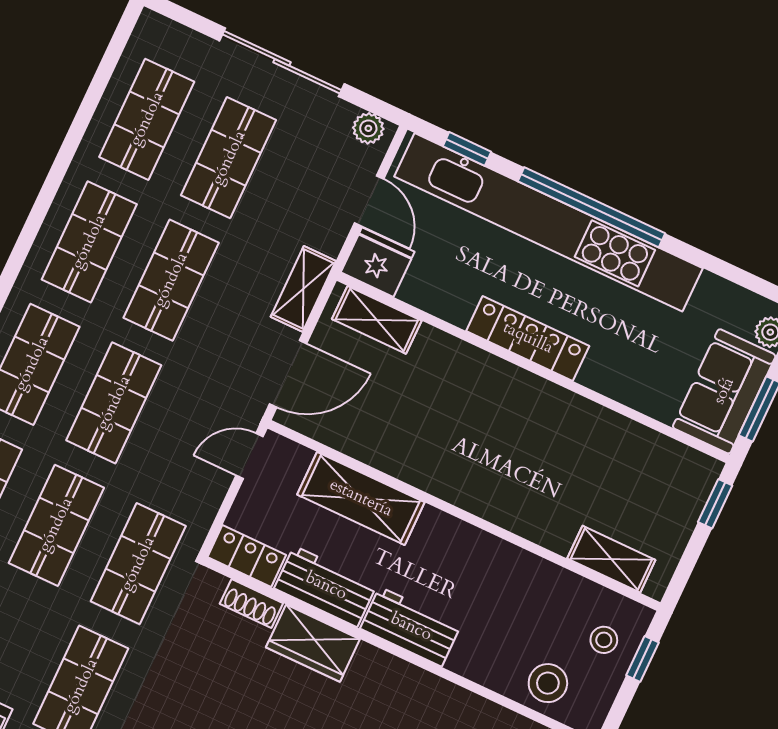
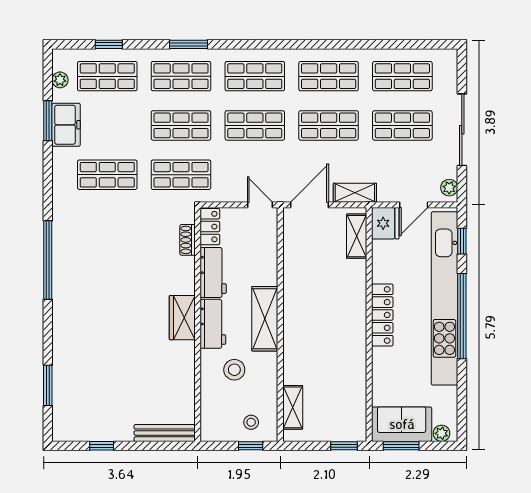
door: (288, 374) -> (309, 205), swing flipped
shelving: (361, 498) -> (265, 319), moved
wardrobe: (313, 643) -> (182, 318), moved
stool: (548, 683) -> (234, 370), moved

